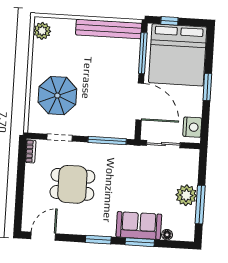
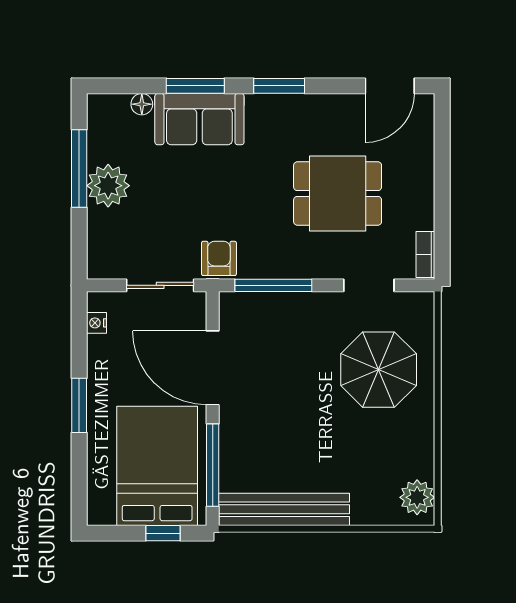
bed: (178, 55) -> (157, 466), width x0.73
nightstand: (192, 127) -> (97, 323), width x0.53, depth x0.56
armchair: (133, 156) -> (219, 258), added

